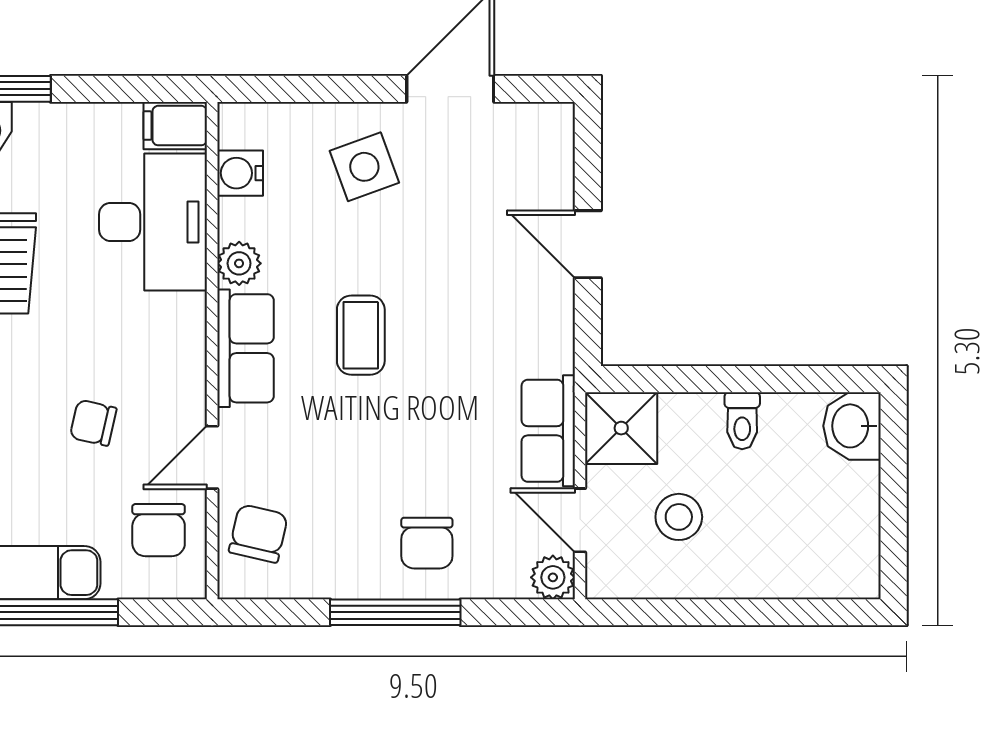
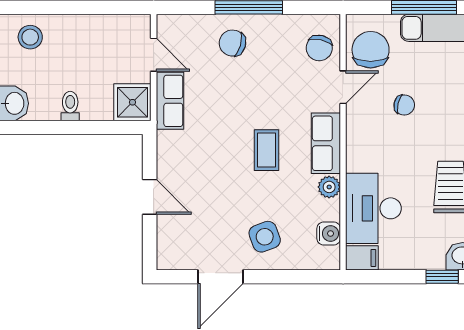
stool: (679, 517) -> (30, 37), moved
chair: (159, 530) -> (371, 50), width x1.37, depth x1.37
chair: (427, 543) -> (232, 43), turned -74
plant: (553, 577) -> (168, 25), removed

